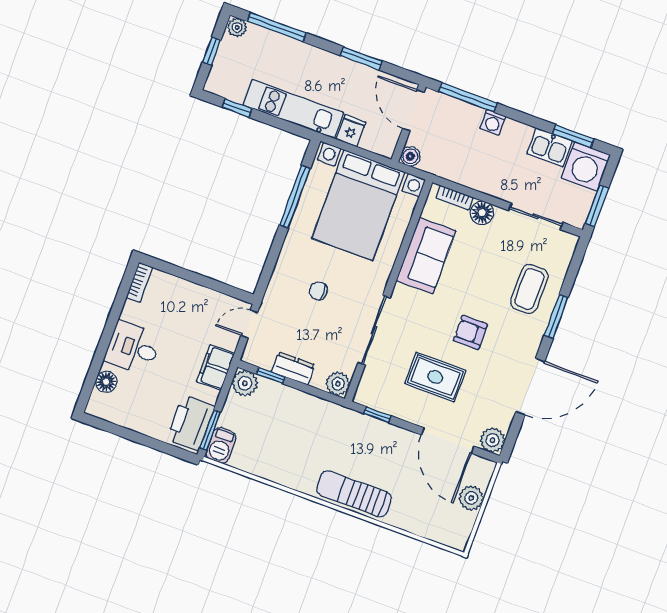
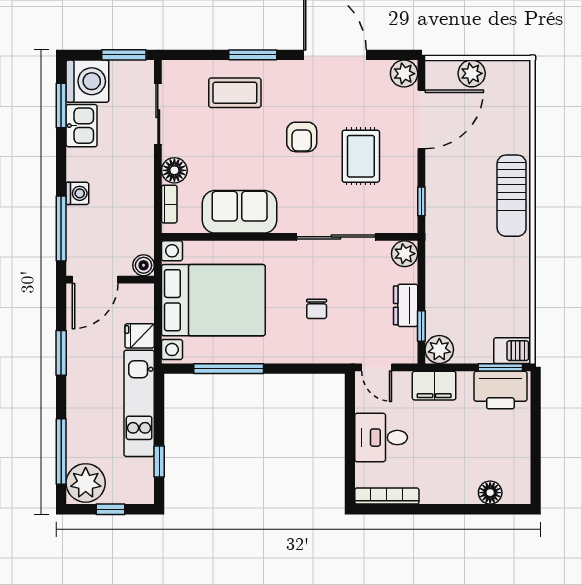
plant: (237, 27) -> (86, 483), width x1.87, depth x1.87
bookcase: (139, 282) -> (387, 496), width x1.56
desk: (133, 348) -> (381, 438), moved, turned 90

